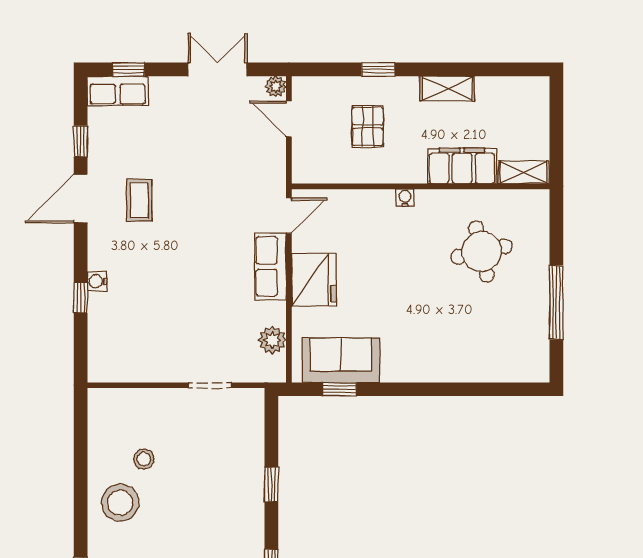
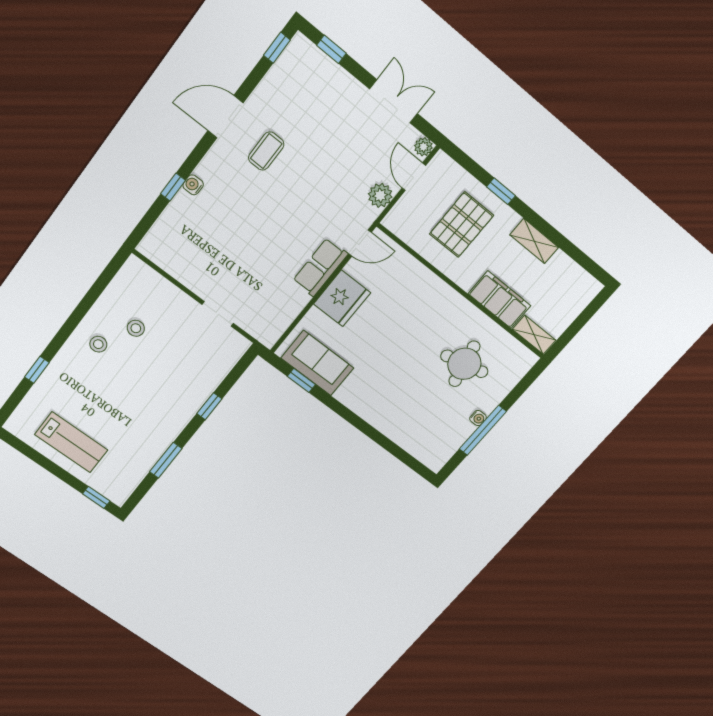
row of seats: (118, 91) -> (312, 59), removed
pallet: (368, 126) -> (462, 225), width x1.50, depth x1.42
window: (81, 141) -> (277, 48), moved
water cooler: (405, 198) -> (478, 418), moved, turned 90
plant: (272, 340) -> (380, 195), moved
stool: (120, 503) -> (98, 344), width x0.53, depth x0.53

